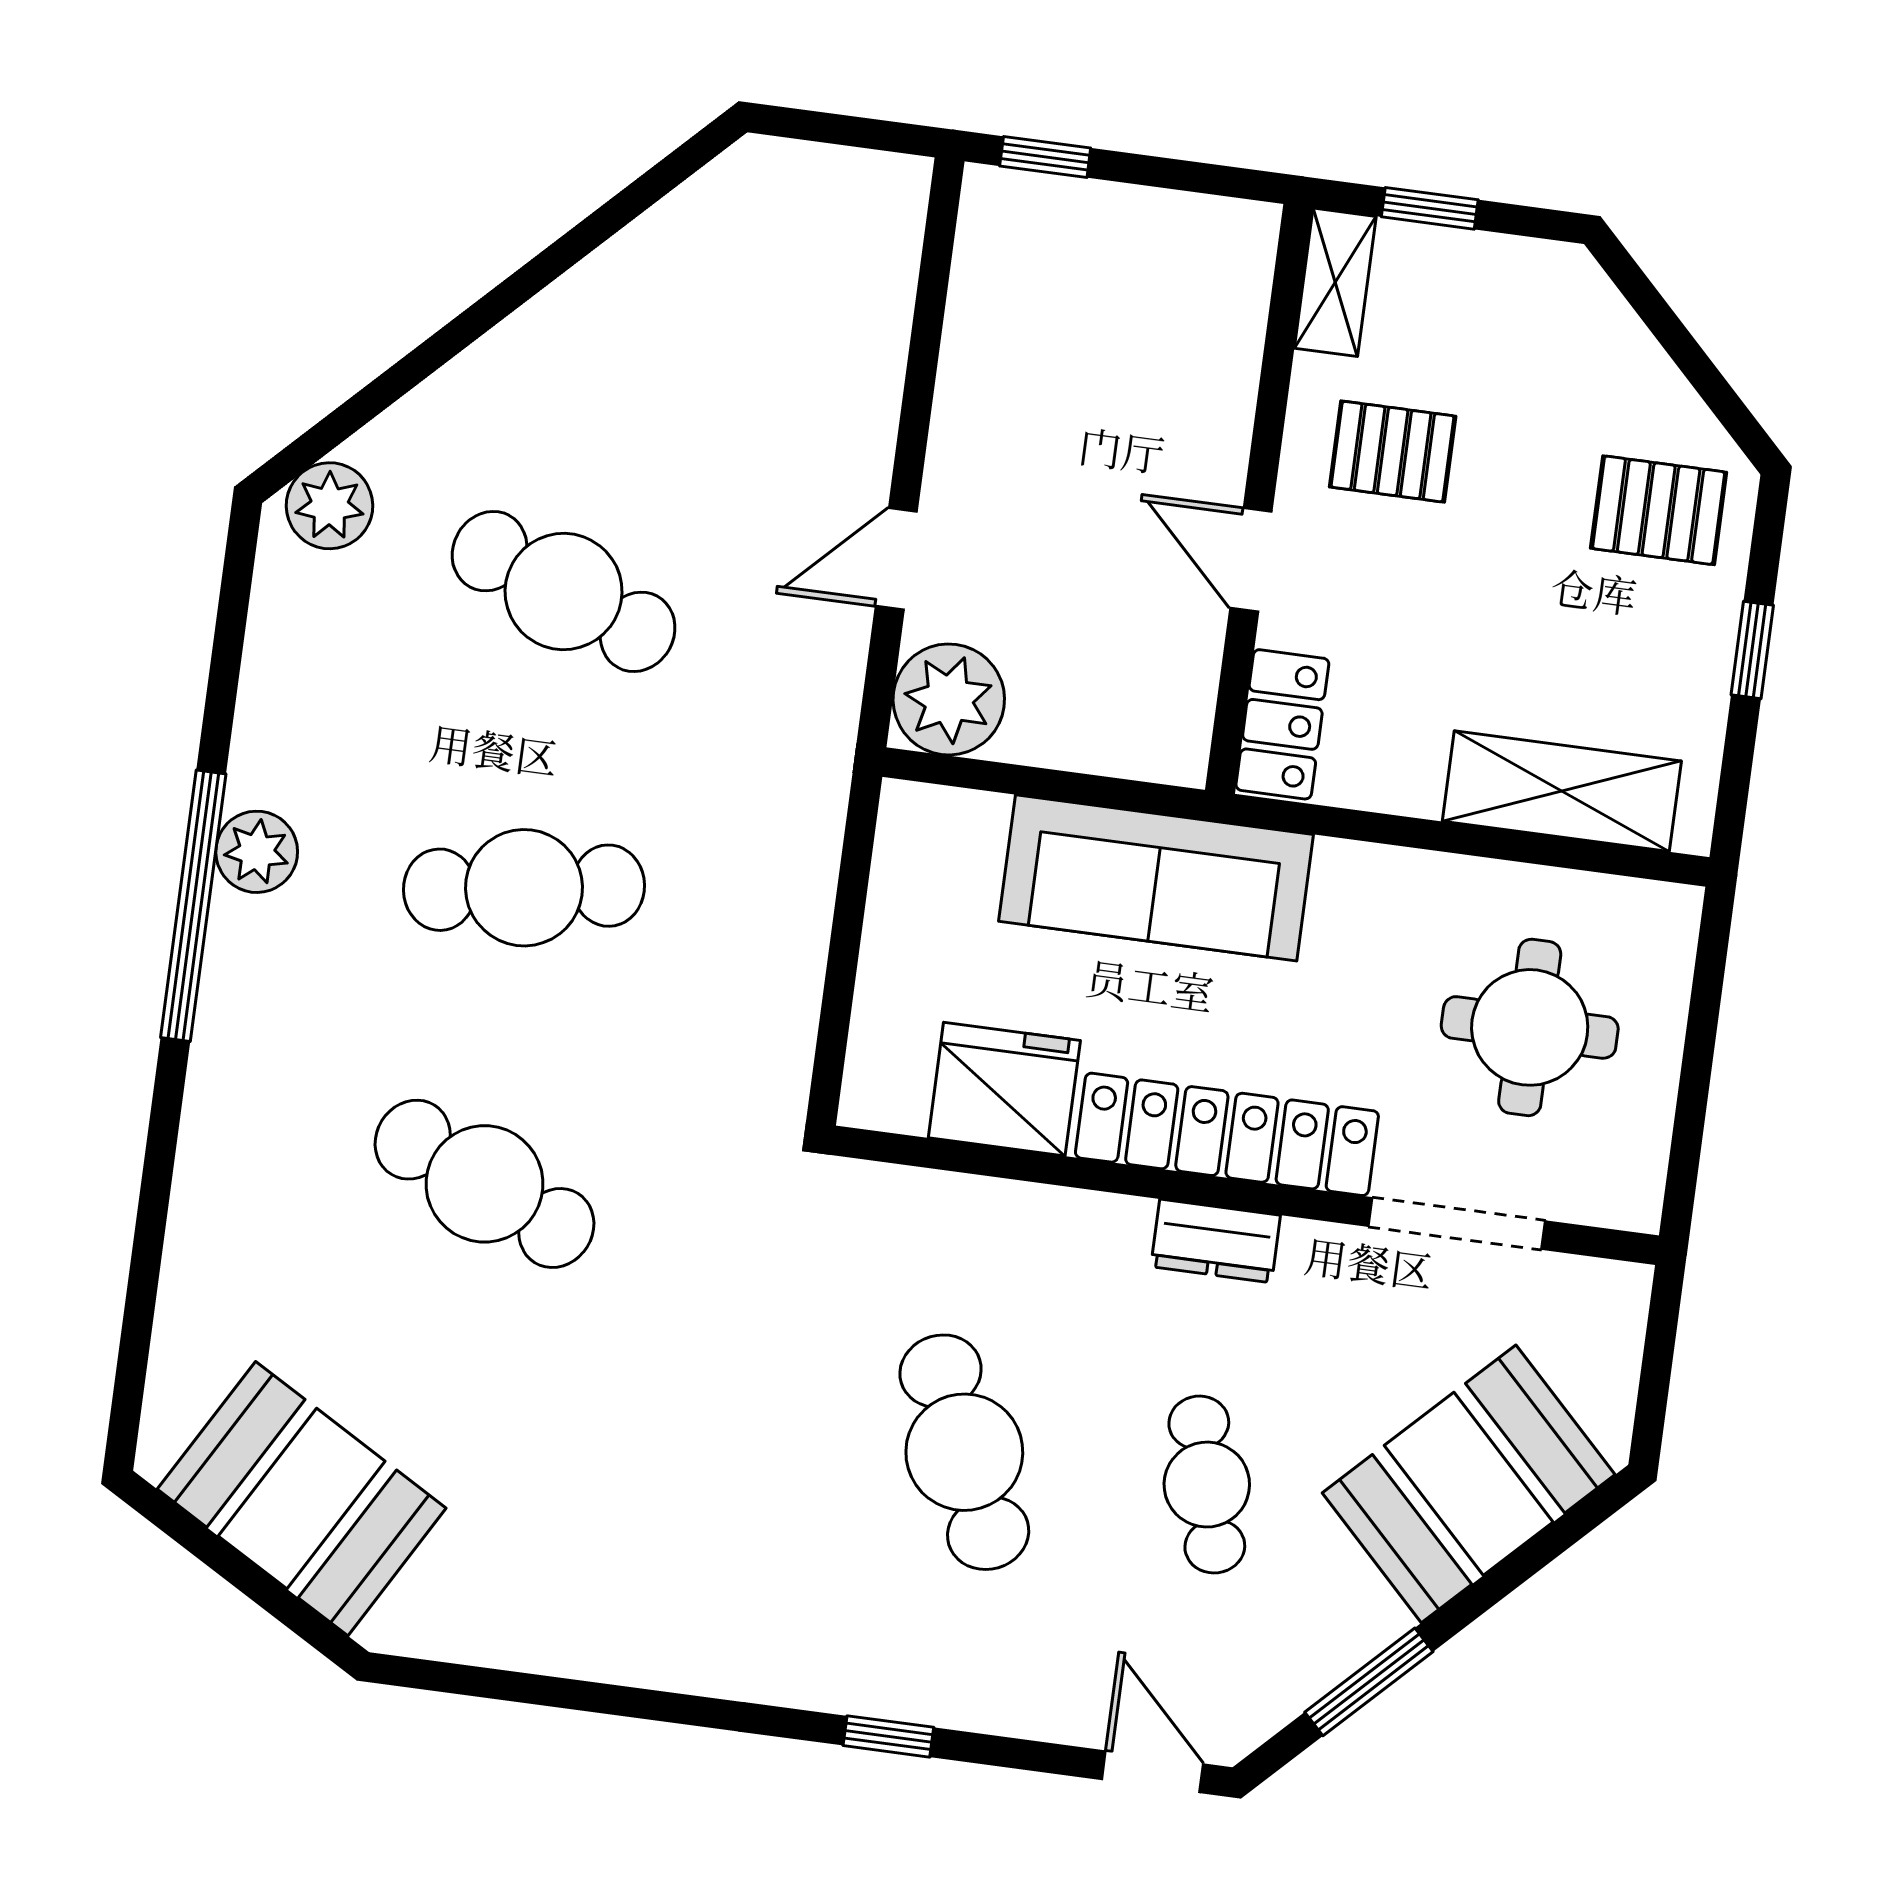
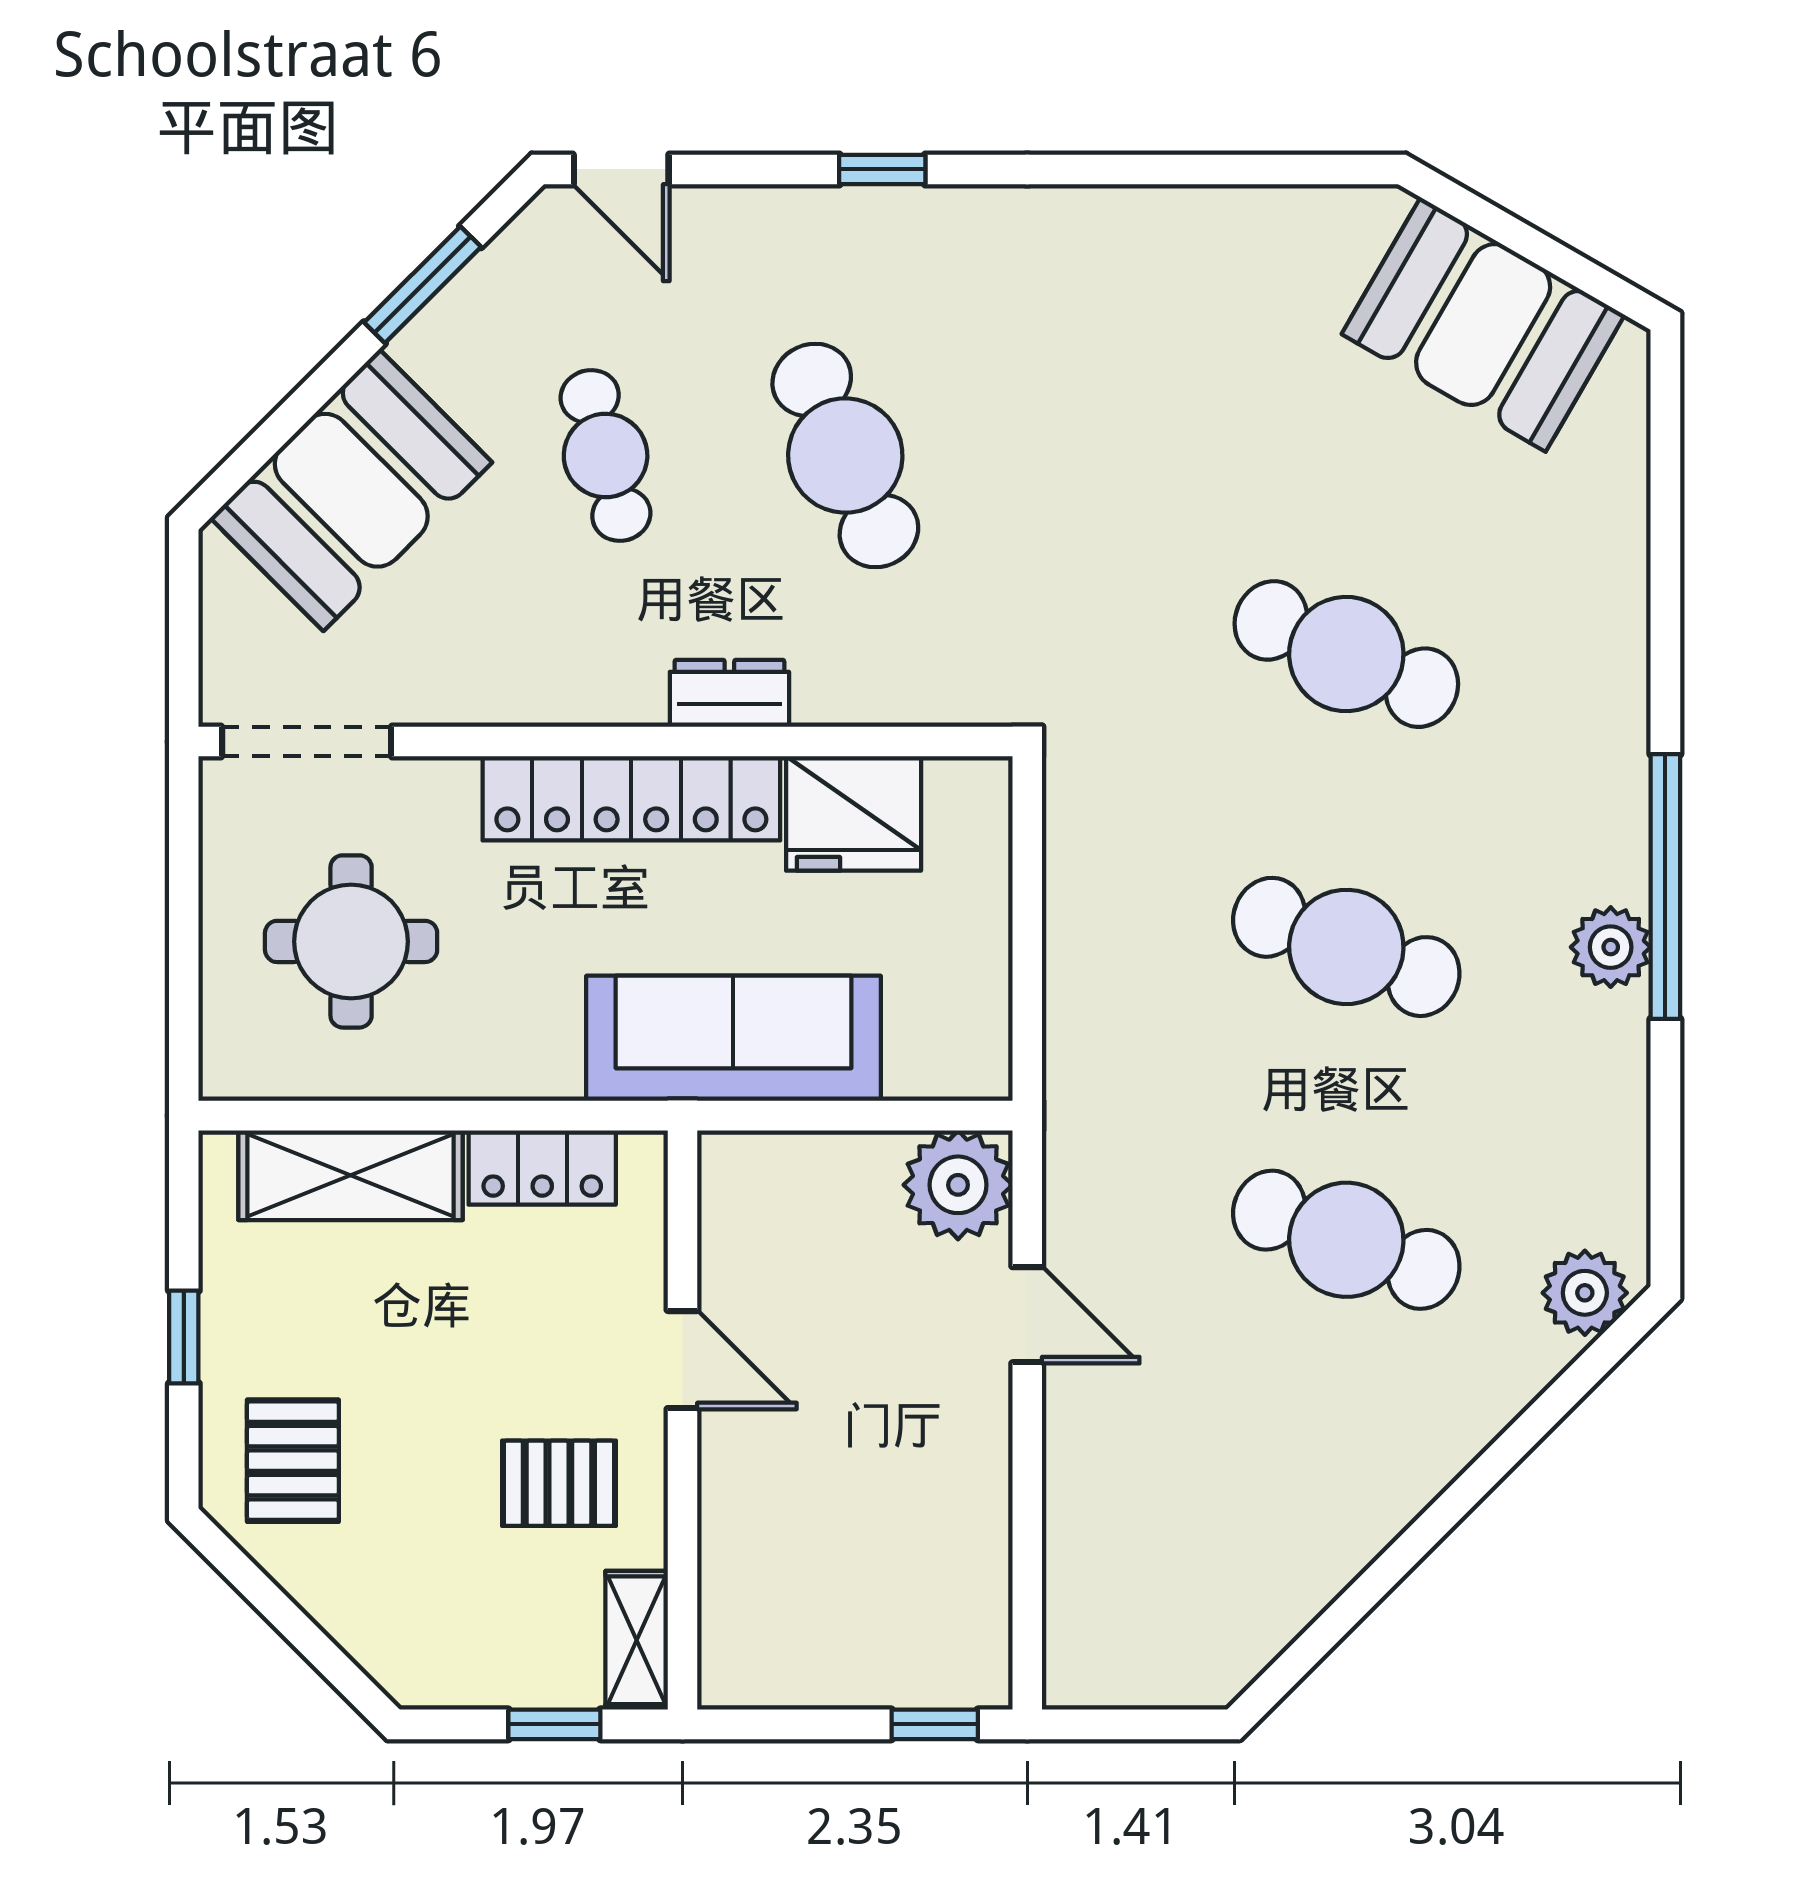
pallet: (1659, 510) -> (293, 1461), turned 90
door: (896, 559) -> (1027, 1315), hinge flipped
locker: (1282, 724) -> (542, 1167), moved, turned -90
cafe table: (524, 888) -> (1346, 947), turned 30
doorway: (1457, 1224) -> (307, 742), moved
dresser: (1216, 1241) -> (729, 693), moved

